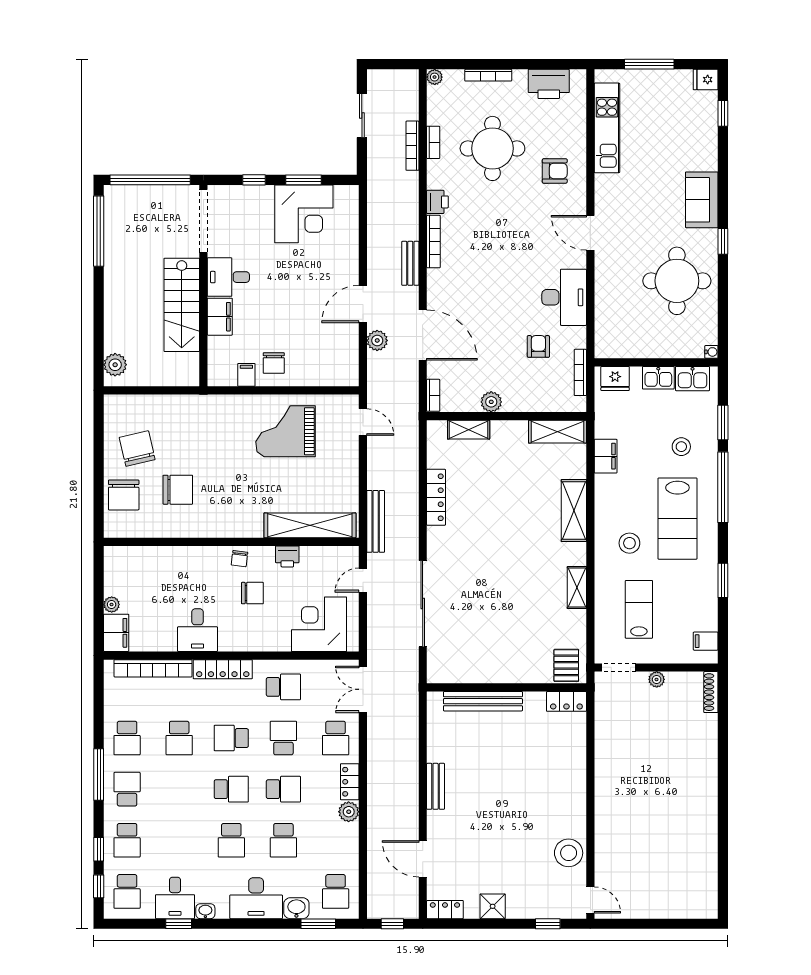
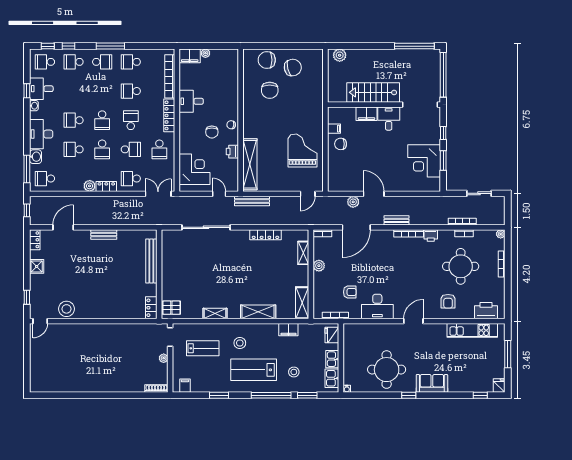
printer: (549, 84) -> (486, 311), moved, turned 90
window: (318, 924) -> (27, 169), width x1.44

